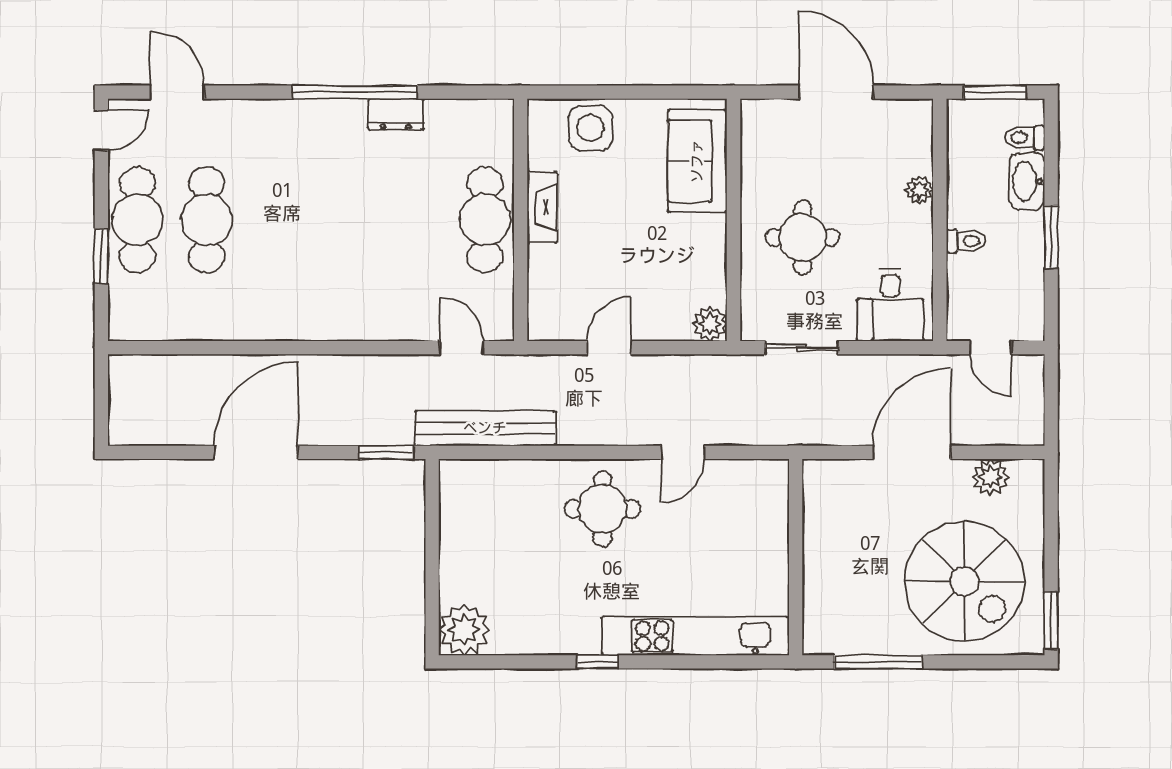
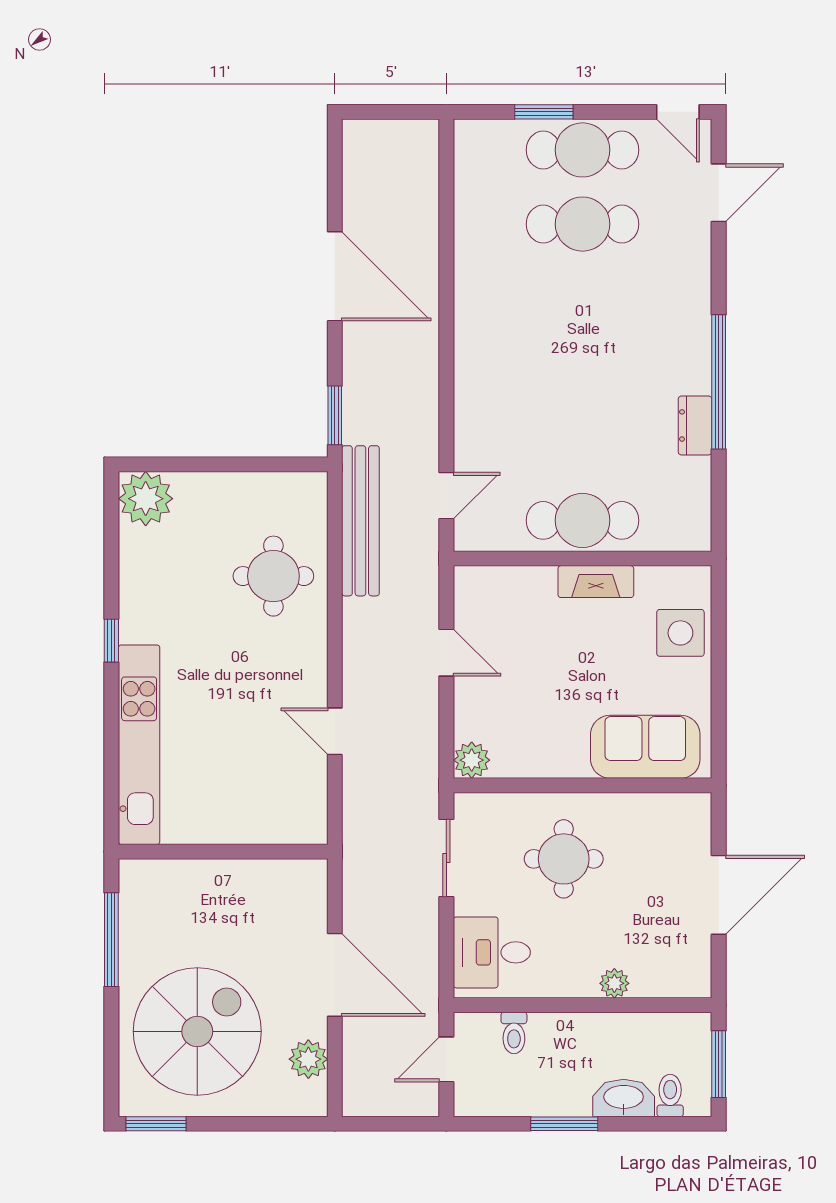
toilet: (966, 241) -> (514, 1033), moved
round table: (602, 509) -> (273, 576), moved
spiral stairs: (964, 581) -> (197, 1031), turned 180

